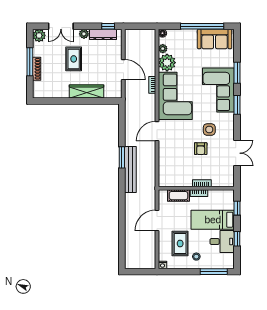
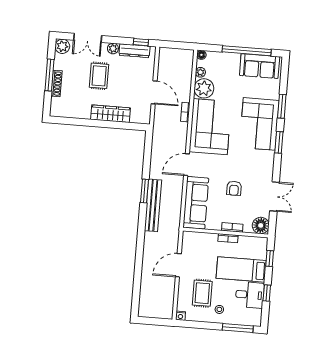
side table: (209, 130) -> (245, 168), removed
sofa: (168, 164) -> (196, 203), added
floor lamp: (227, 180) -> (261, 225), added
cot: (178, 196) -> (205, 239), removed

